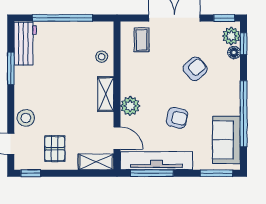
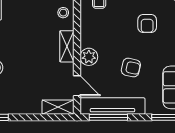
armchair: (195, 69) -> (147, 24), turned 131
pallet: (55, 149) -> (21, 95), removed

